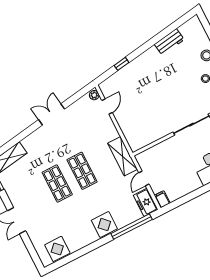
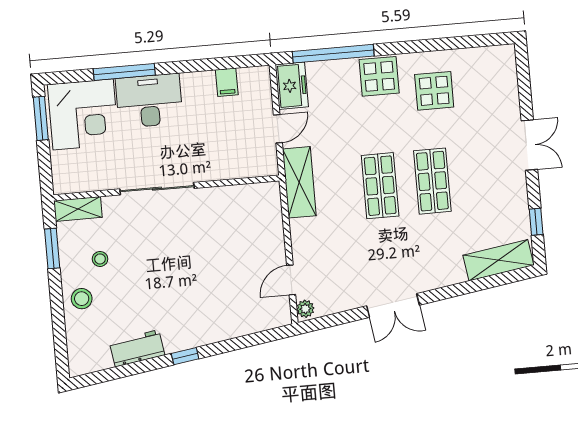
window: (122, 64) -> (185, 356), moved
filing cabinet: (162, 199) -> (227, 82), moved
display table: (57, 249) -> (434, 91), moved

